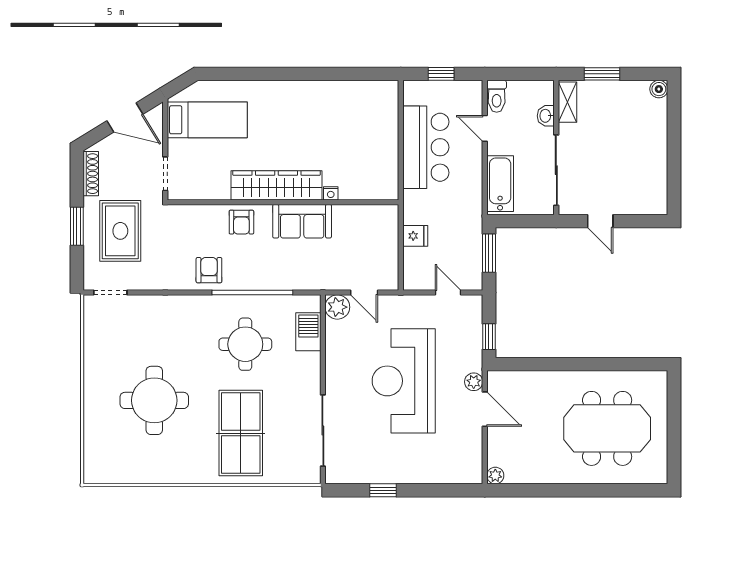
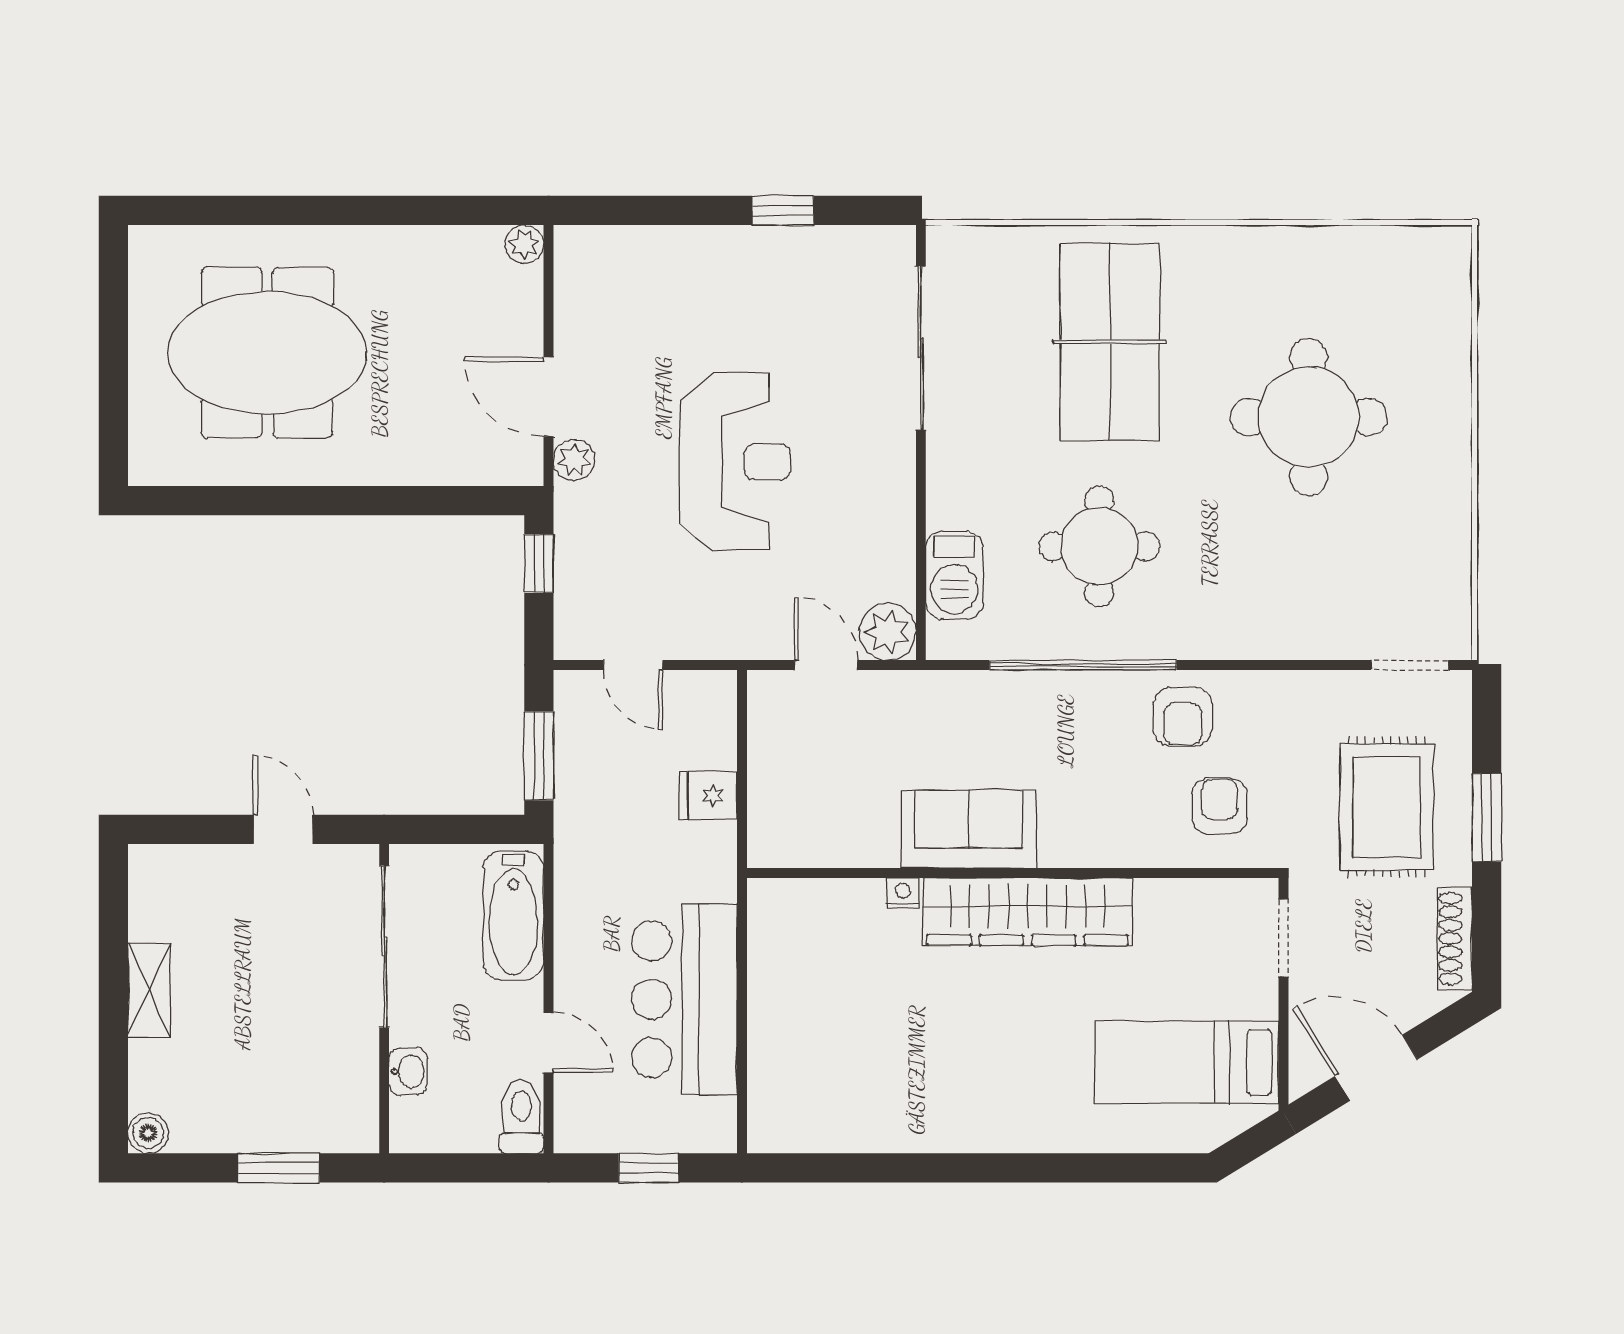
shelving: (568, 102) -> (149, 990), moved
armchair: (241, 222) -> (1220, 806), moved
reception desk: (404, 381) -> (735, 462), width x0.74, depth x0.77

